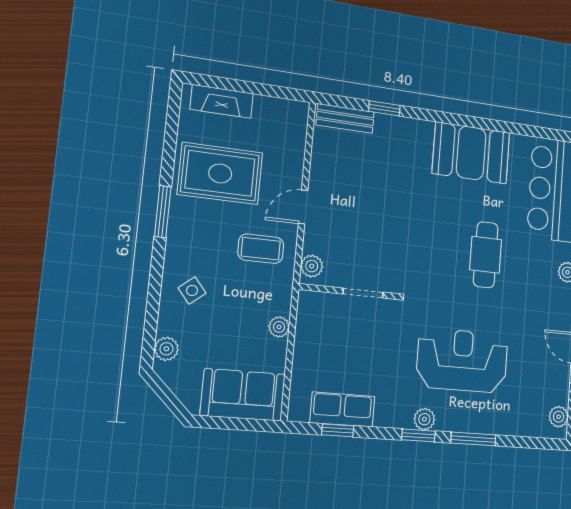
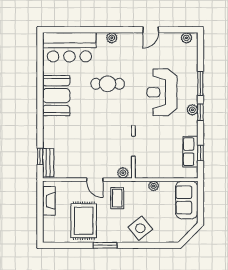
fireplace: (222, 101) -> (49, 201), moved
window: (384, 108) -> (40, 156), moved
side table: (192, 290) -> (140, 228), width x1.87, depth x1.87
plant: (166, 349) -> (168, 237), removed

